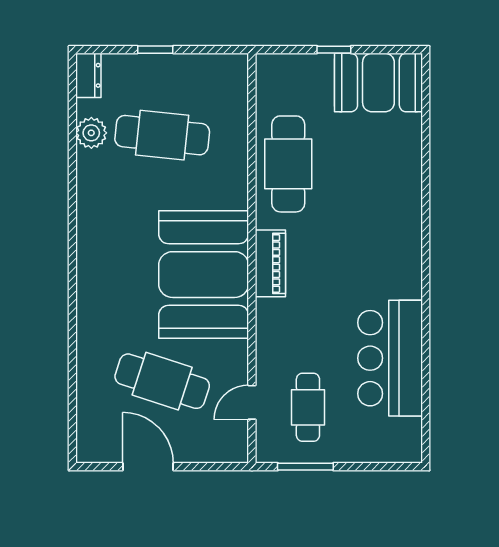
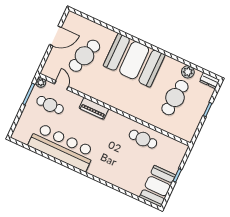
cafe table: (288, 164) -> (143, 139), width x0.73, depth x0.74
piano: (270, 263) -> (94, 108), moved
booth: (204, 275) -> (134, 60), moved
bar counter: (390, 358) -> (62, 147), width x1.36
plant: (267, 451) -> (41, 83), added

